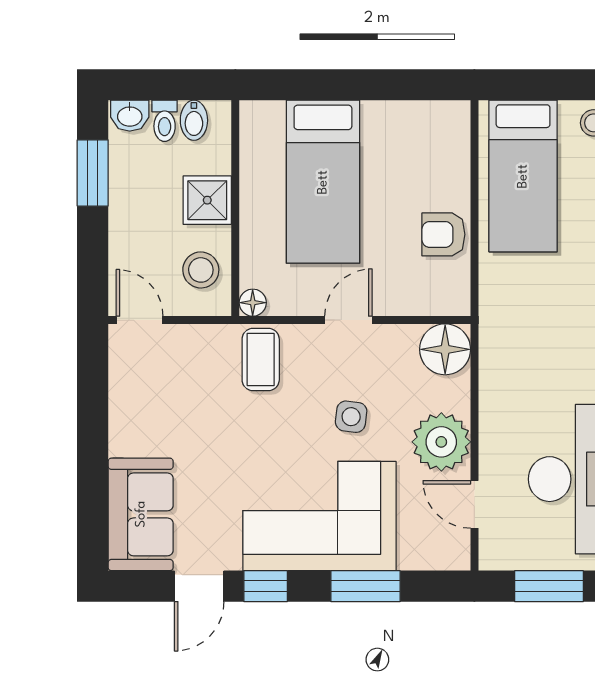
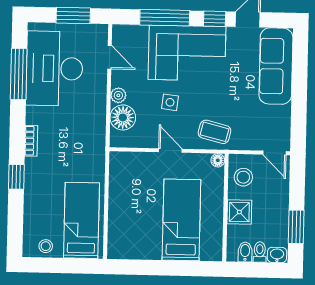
armchair: (443, 234) -> (122, 192), removed
door: (348, 320) -> (170, 151), swing flipped
floor lamp: (445, 349) -> (123, 117), moved
coffee table: (261, 360) -> (214, 132), turned -76
plant: (441, 442) -> (118, 95), width x0.53, depth x0.53
sofa: (141, 514) -> (276, 66), width x1.36
window: (366, 586) -> (165, 18), width x1.44

